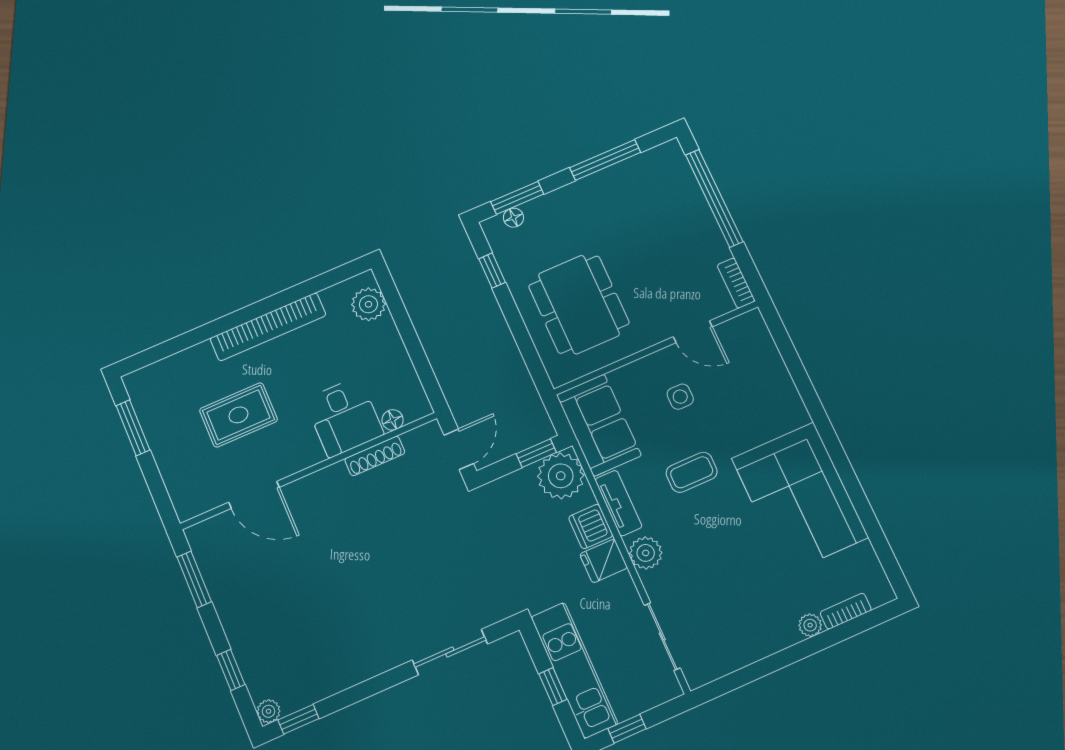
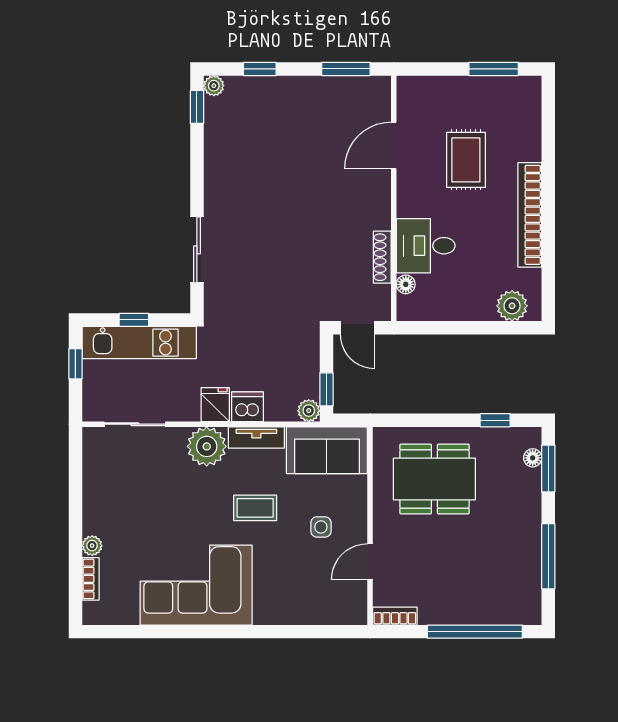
coffee table: (692, 472) -> (255, 508), turned 90
plant: (561, 476) -> (309, 411), width x0.53, depth x0.53
plant: (646, 553) -> (207, 446), width x1.36, depth x1.36

